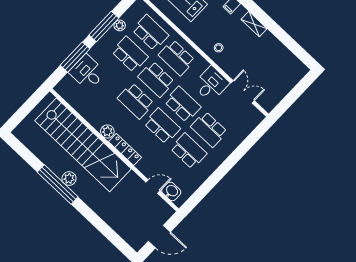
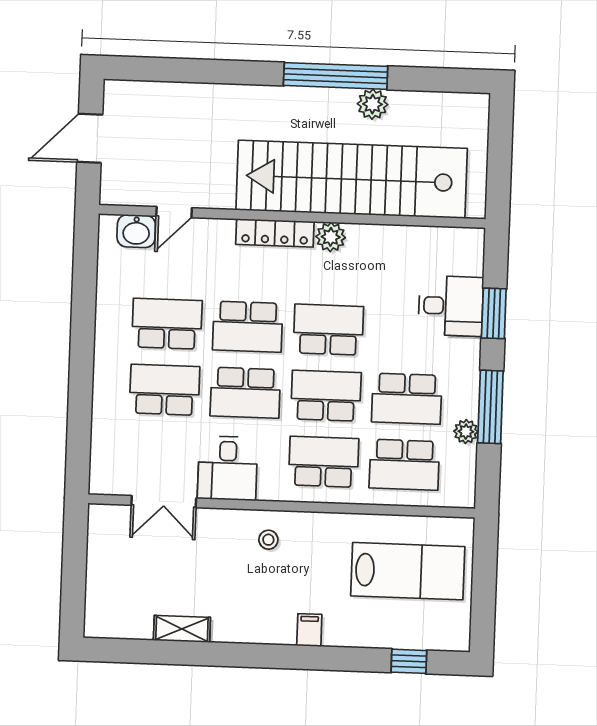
shelving: (254, 24) -> (182, 629), moved
window: (75, 57) -> (494, 313), width x0.69
school desk: (189, 151) -> (167, 324), turned 180
plant: (69, 179) -> (373, 104), moved

